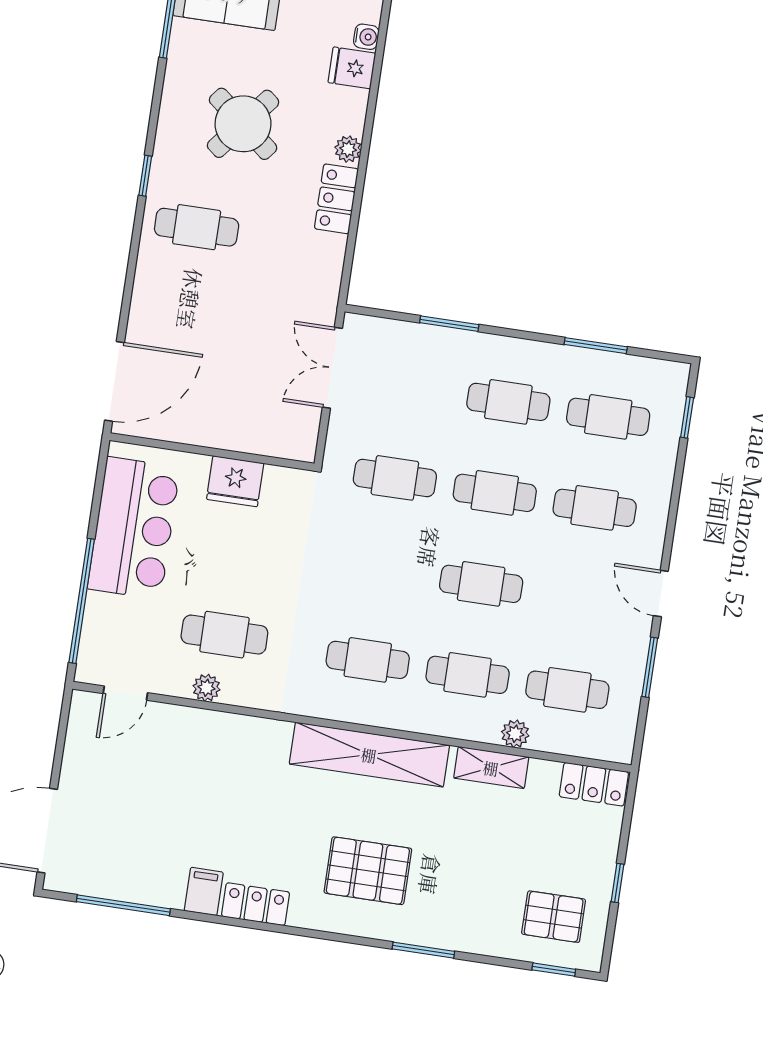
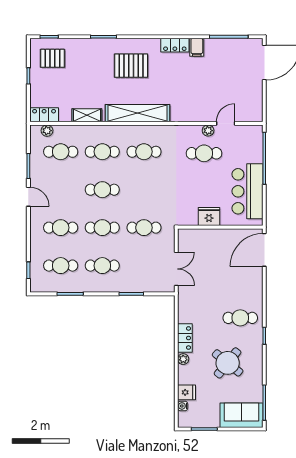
door: (125, 693) -> (226, 123), moved
plant: (515, 734) -> (47, 131), moved

